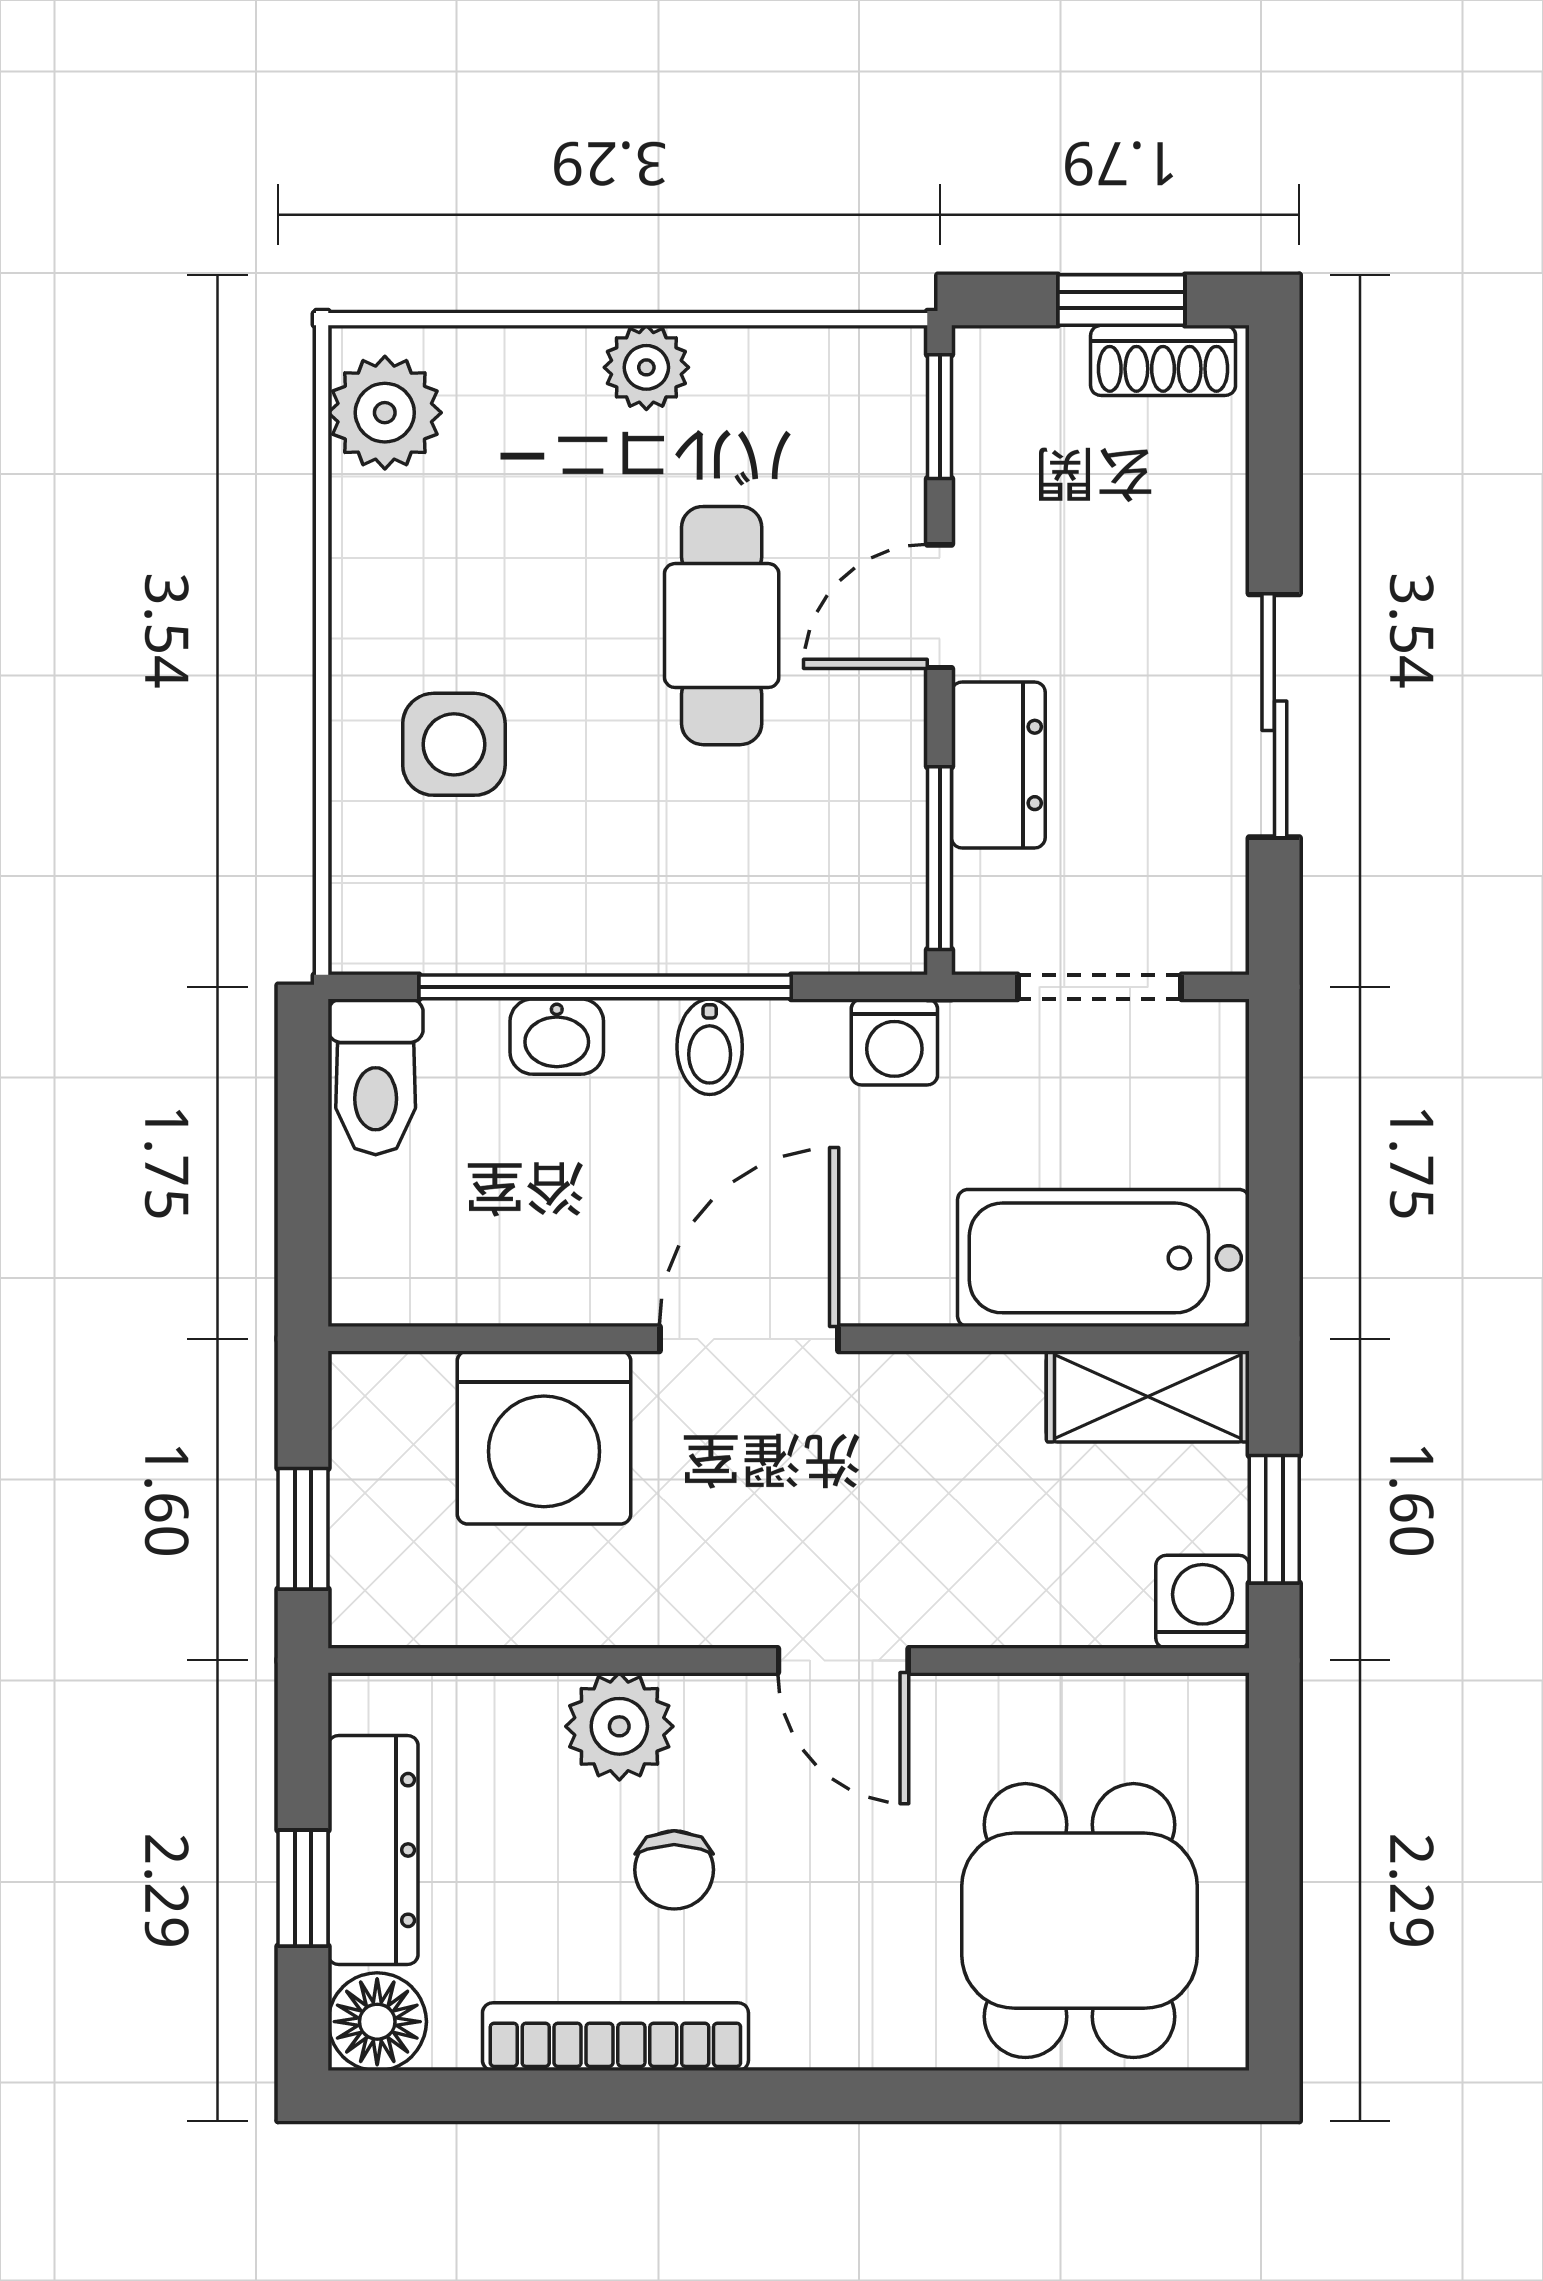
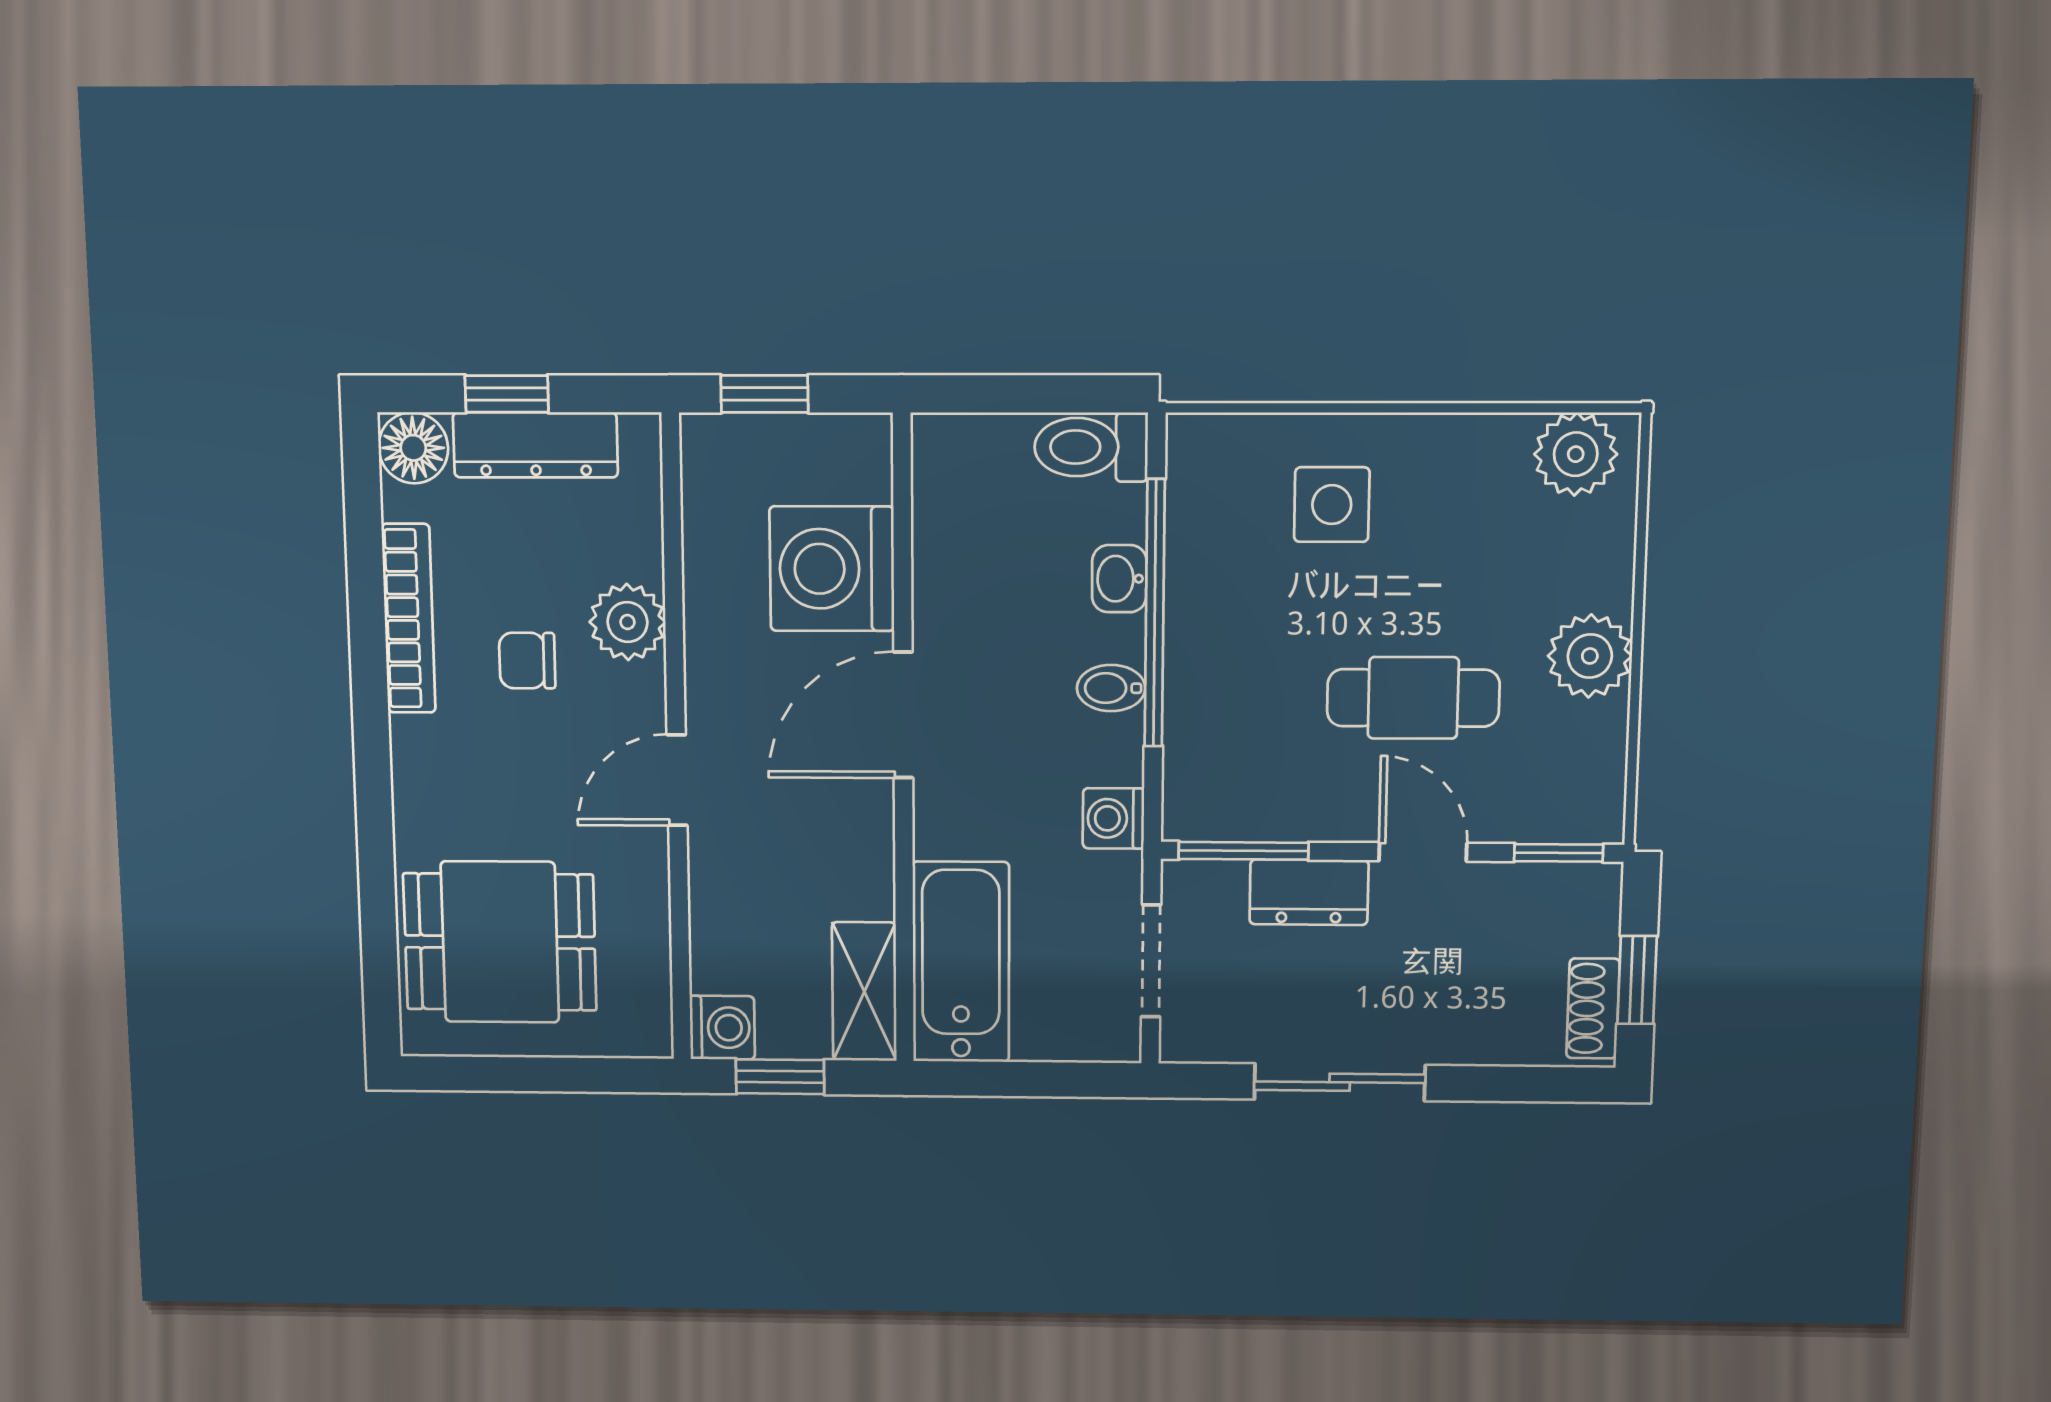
plant: (646, 367) -> (1590, 656), width x1.38, depth x1.38
door: (749, 1339) -> (903, 715), swing flipped

